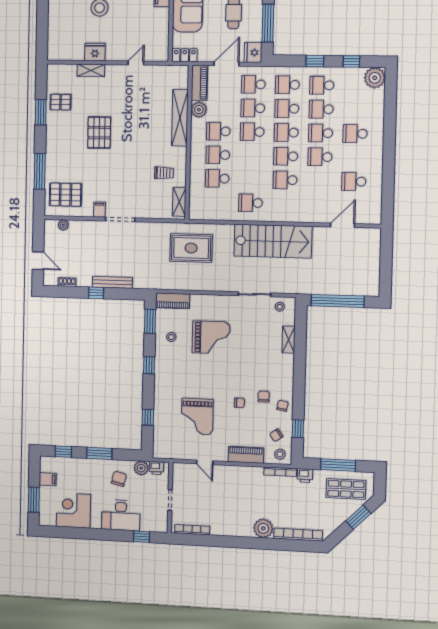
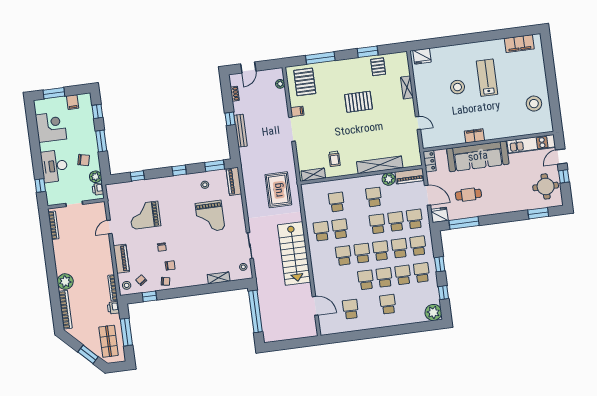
fridge: (95, 52) -> (422, 56), moved, turned 90
school desk: (218, 155) -> (340, 229), moved

